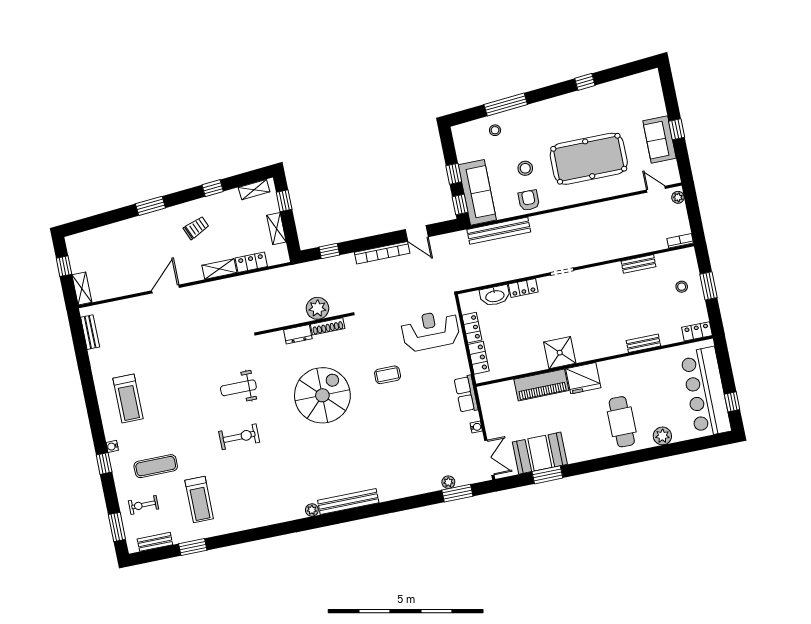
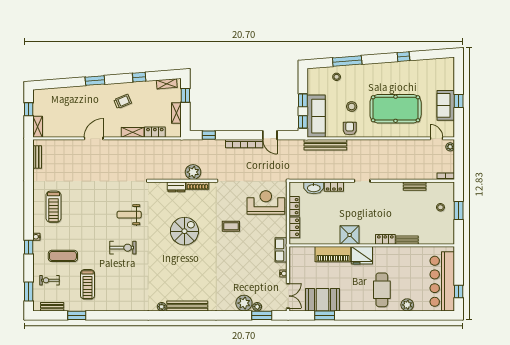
locker: (697, 331) -> (385, 239), moved
spiral stairs: (322, 395) -> (184, 231), width x0.73, depth x0.73
plant: (428, 481) -> (244, 303), added

